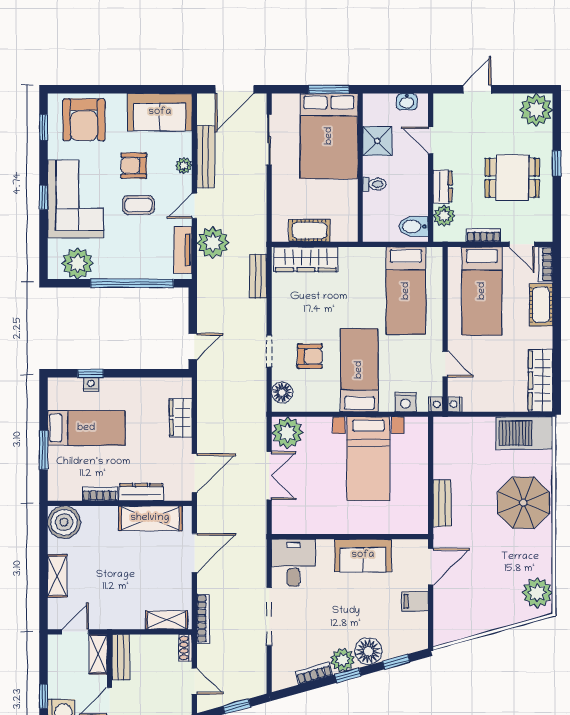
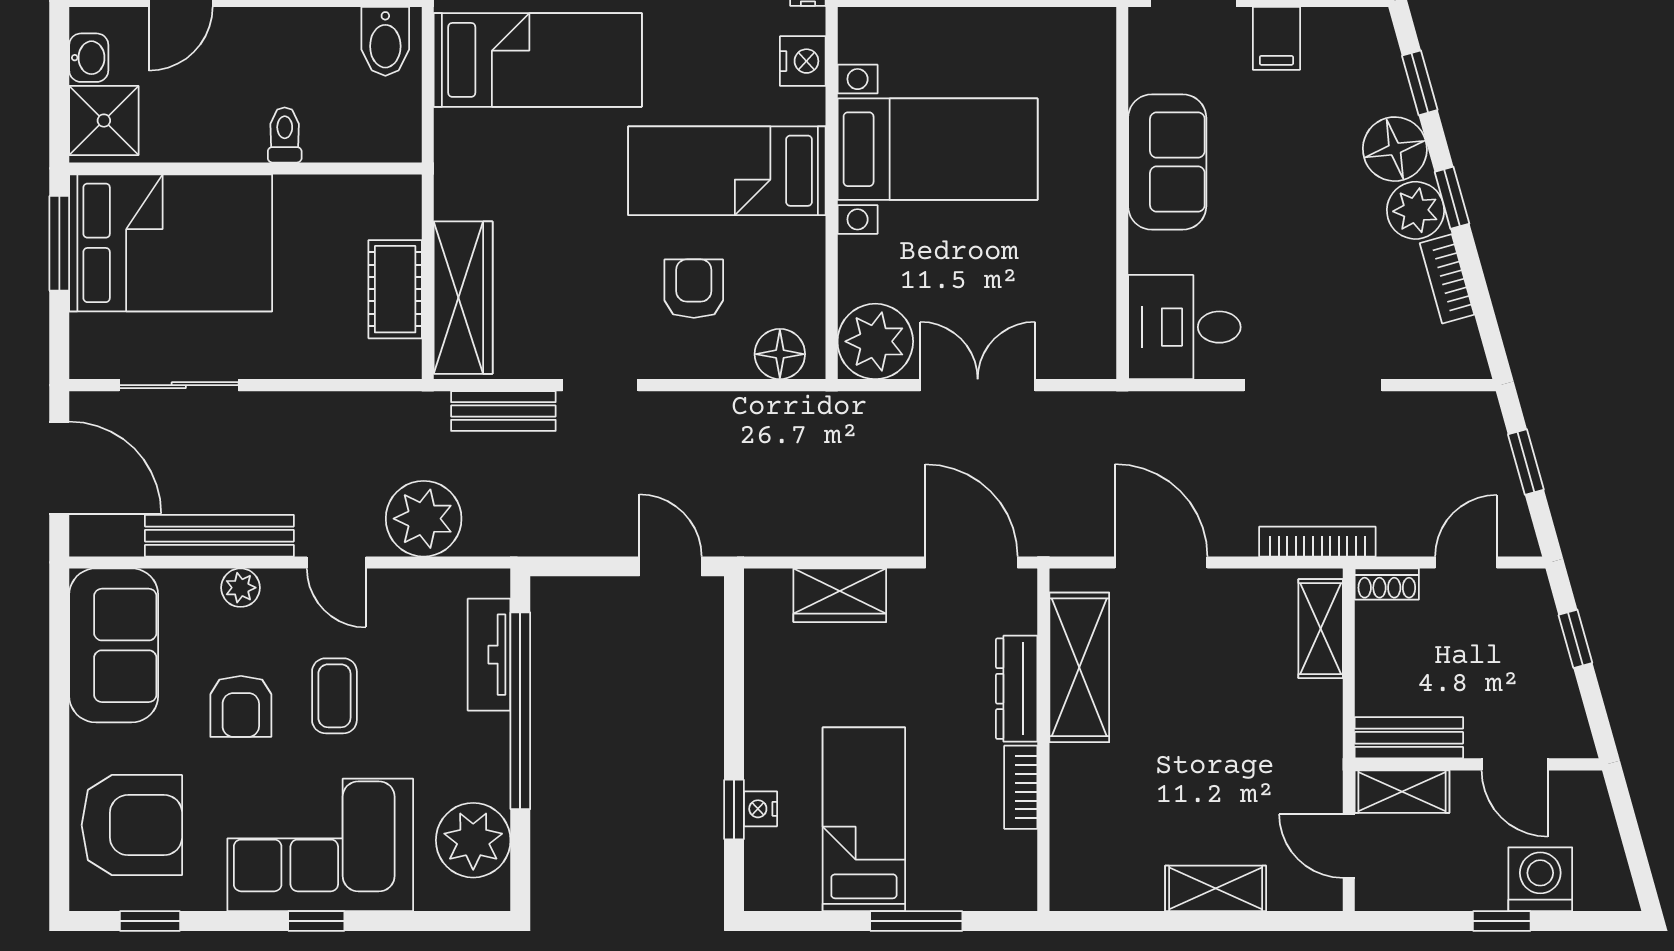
shower: (377, 141) -> (104, 121), moved
tv unit: (183, 250) -> (489, 655), moved, turned 90
doorway: (269, 351) -> (600, 385), moved
boiler: (64, 522) -> (1088, 872), removed

